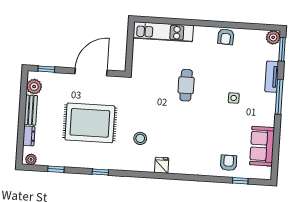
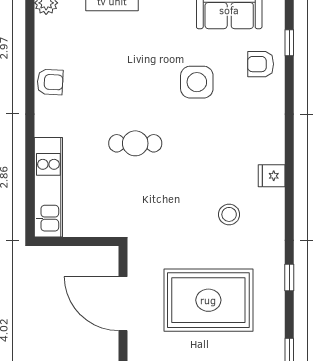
side table: (234, 98) -> (197, 82), moved, width x1.87, depth x1.87
rug: (90, 123) -> (208, 300), turned 90

